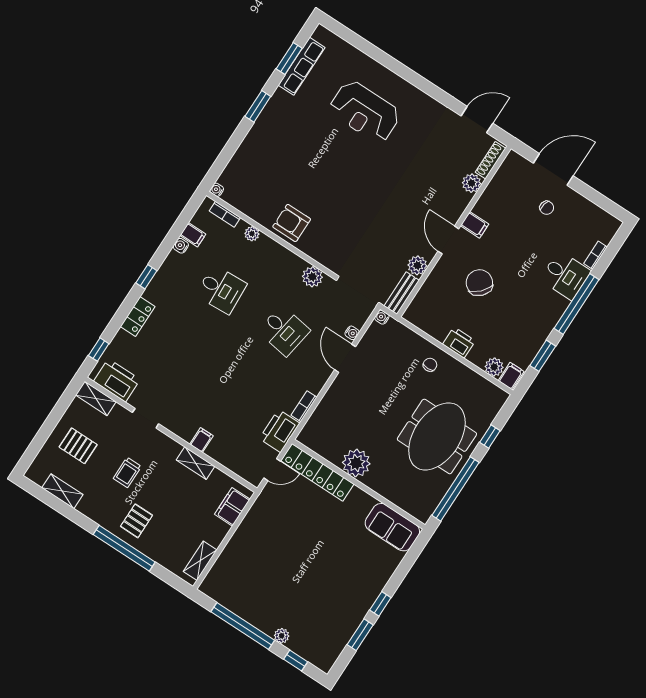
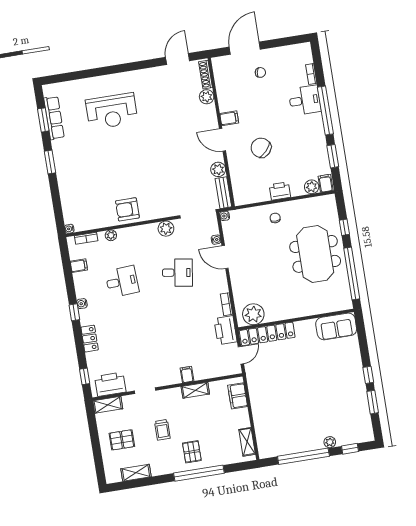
water cooler: (181, 246) -> (82, 304), moved
plant: (356, 463) -> (253, 314), moved

